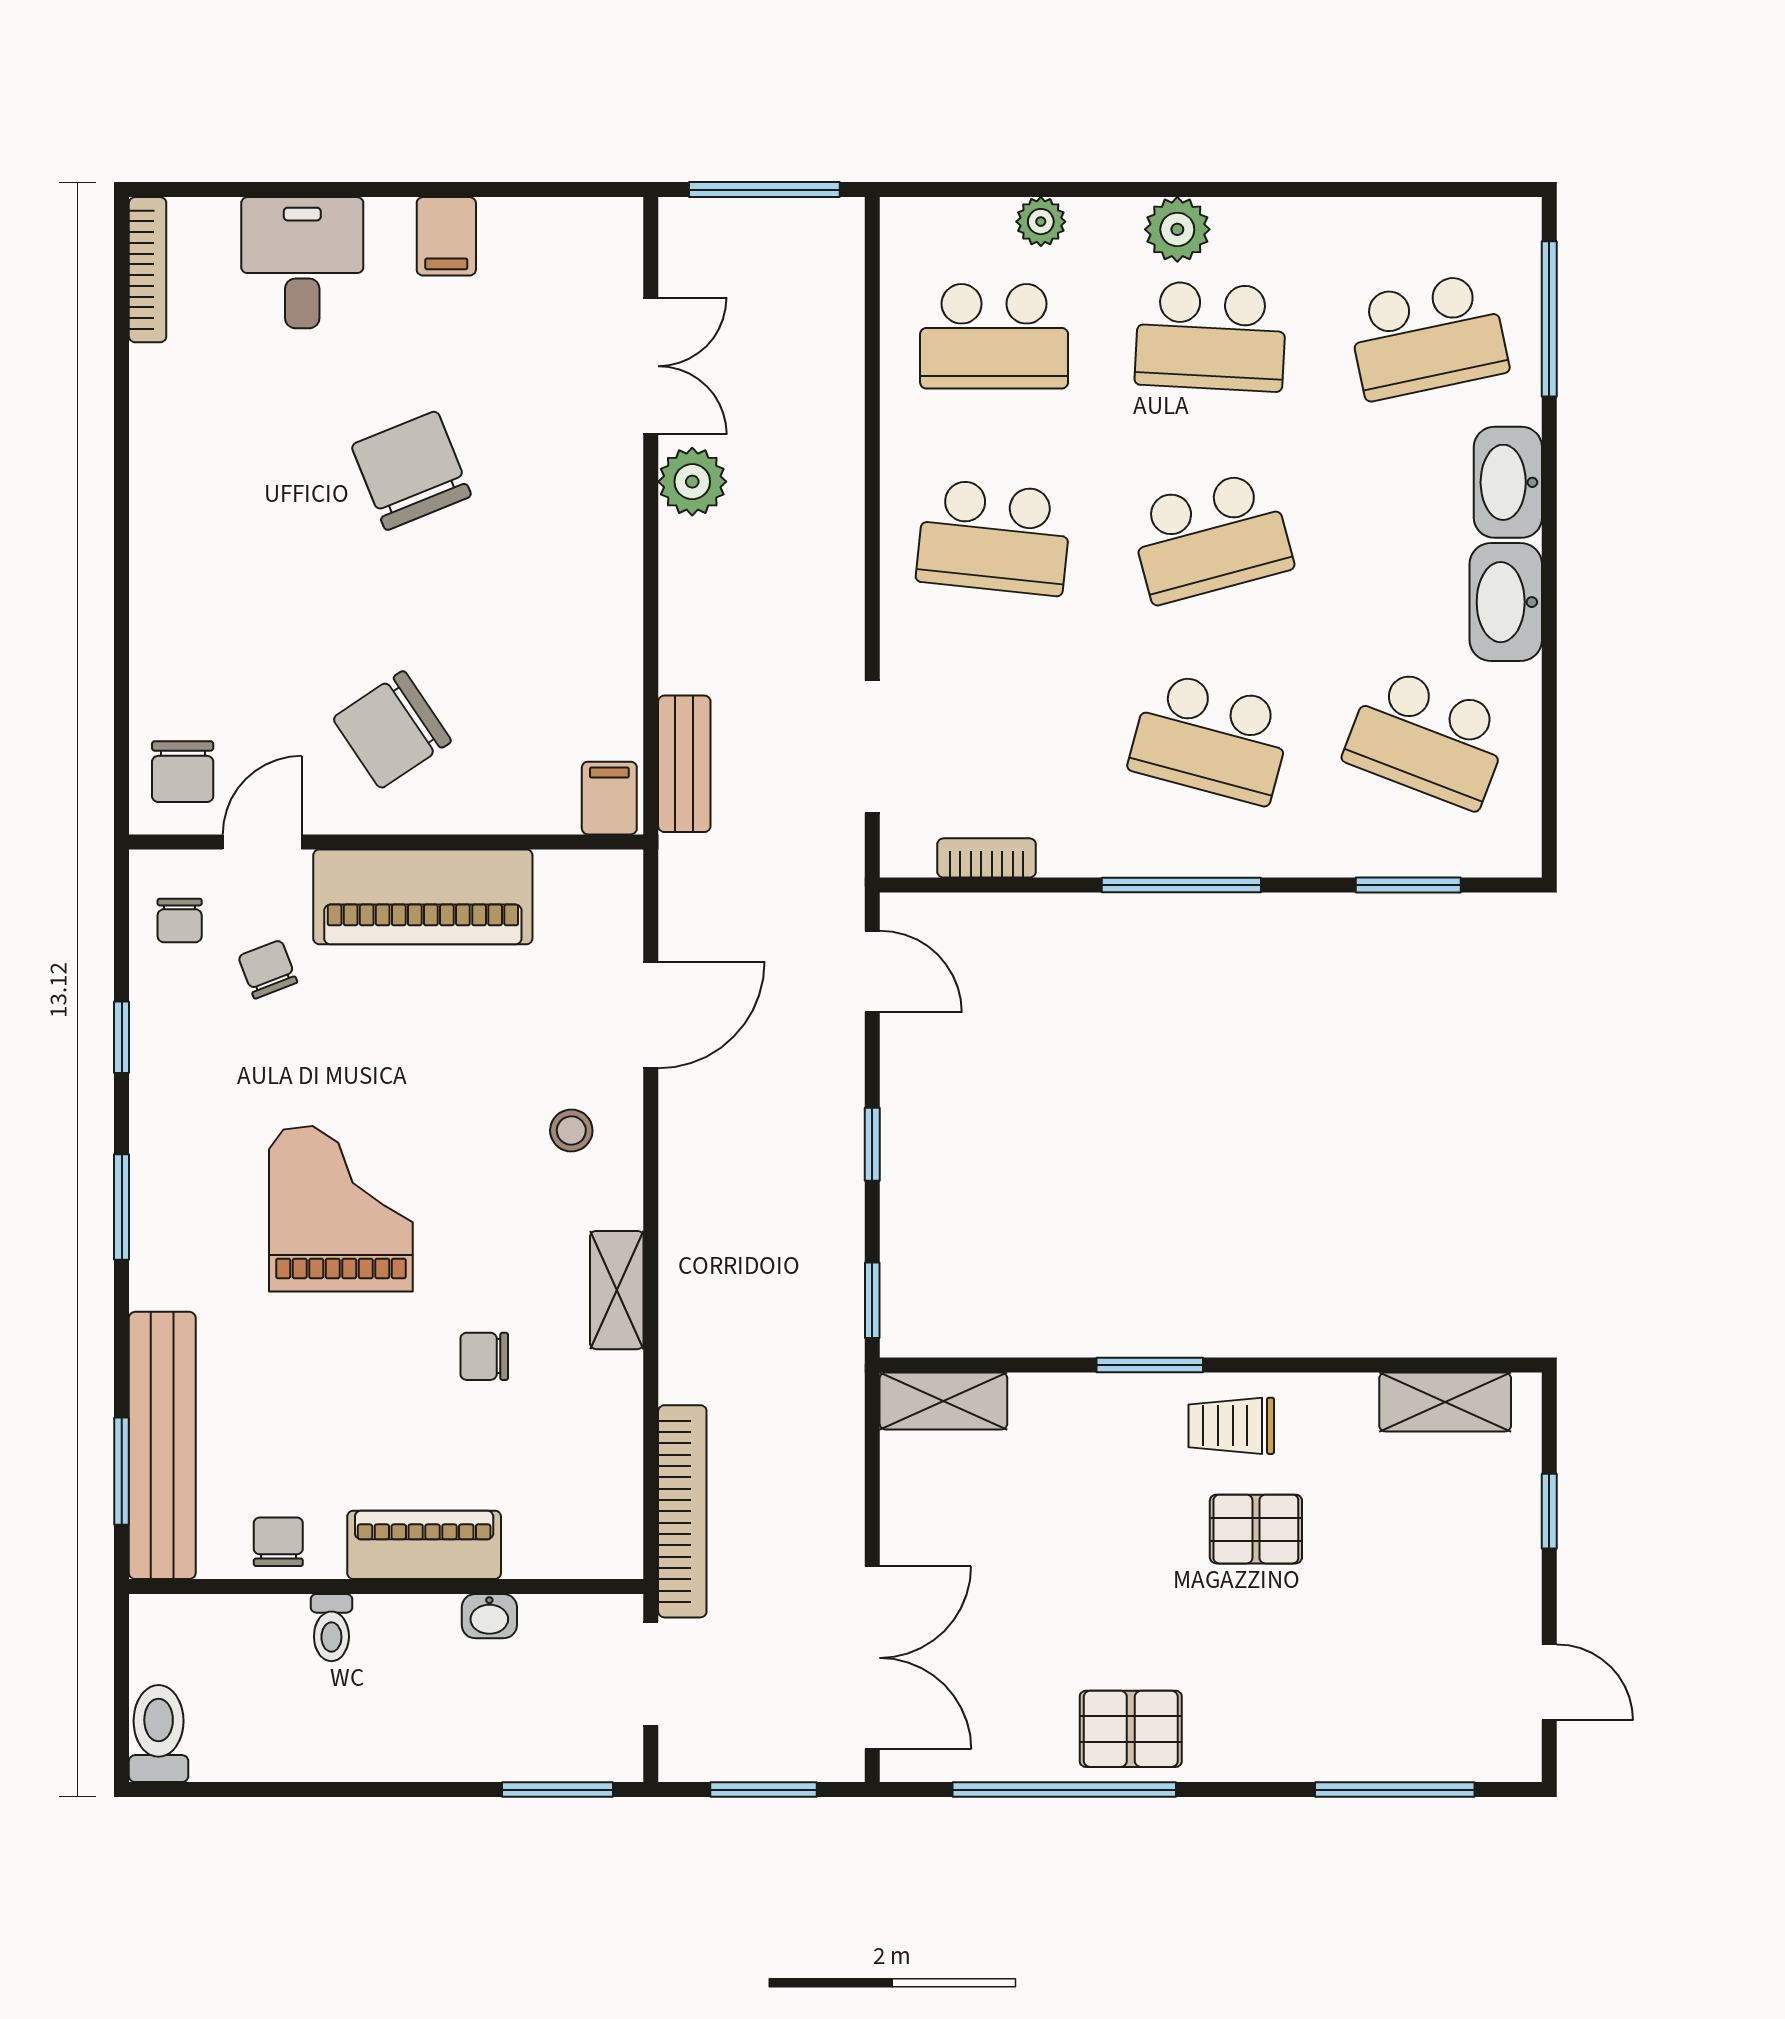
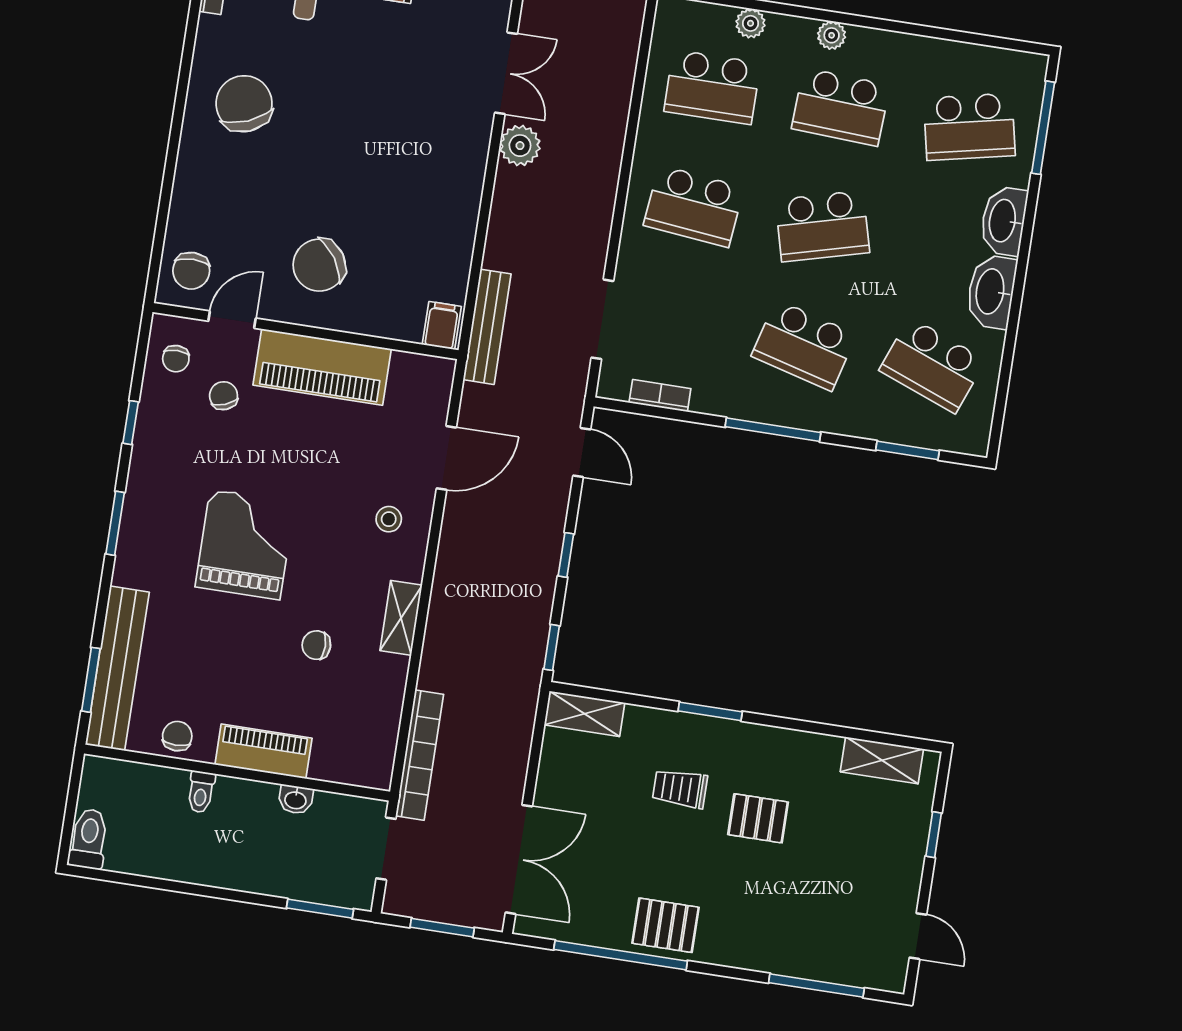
plant: (1177, 229) -> (832, 35), width x0.73, depth x0.73
chair: (411, 471) -> (244, 104), moved
bench: (684, 764) -> (487, 327), width x1.36
trolley: (1231, 1426) -> (680, 789), moved

